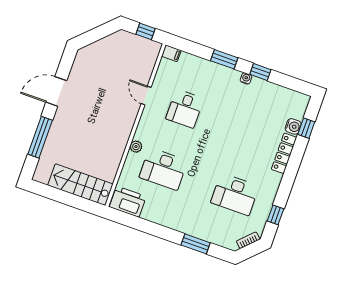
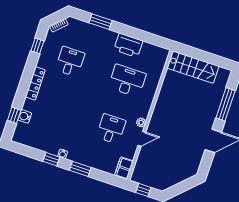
filing cabinet: (171, 53) -> (124, 168), width x2.00
door: (146, 95) -> (142, 139), hinge flipped
plant: (136, 147) -> (141, 122), moved
locker: (284, 153) -> (35, 83), moved
desk: (235, 194) -> (70, 62), width x0.73
printer: (128, 202) -> (128, 45), moved

